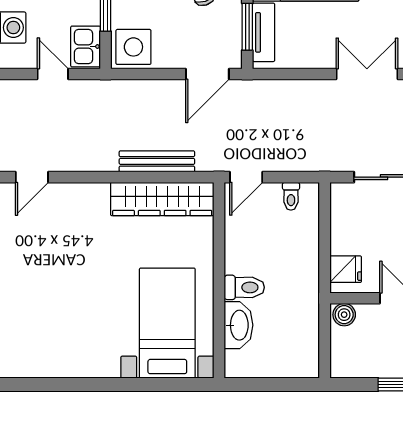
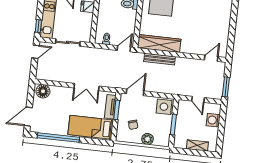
kitchen sink: (86, 47) -> (183, 109), removed
double door: (367, 74) -> (87, 87), moved

